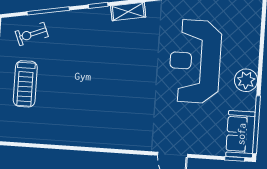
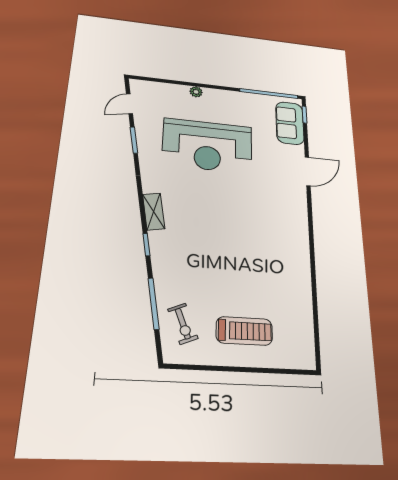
plant: (246, 80) -> (196, 92), moved, width x0.53, depth x0.53
sofa: (241, 134) -> (290, 123), moved, turned 90

